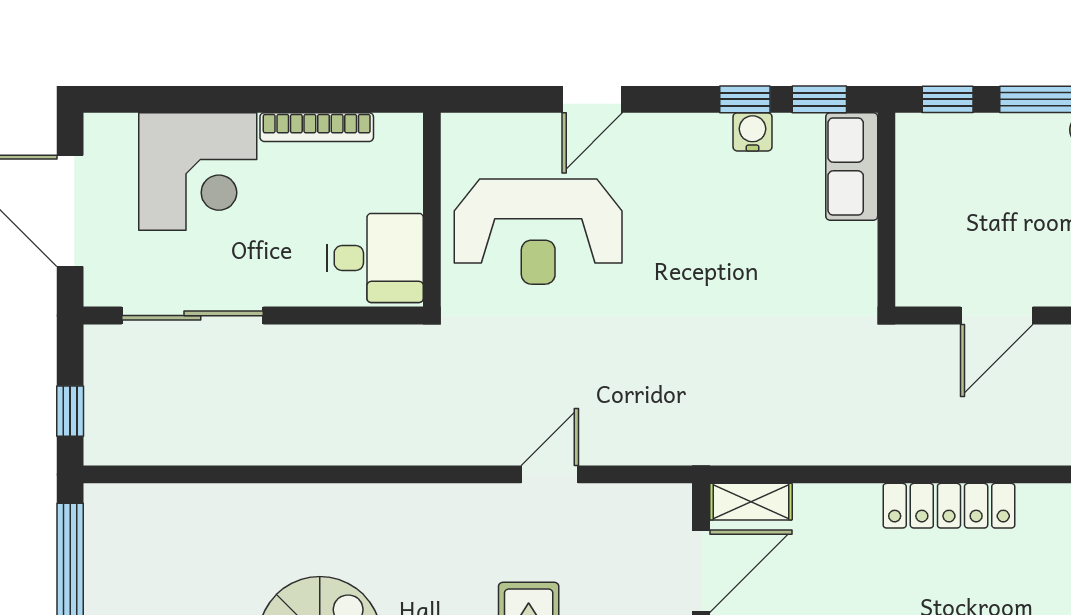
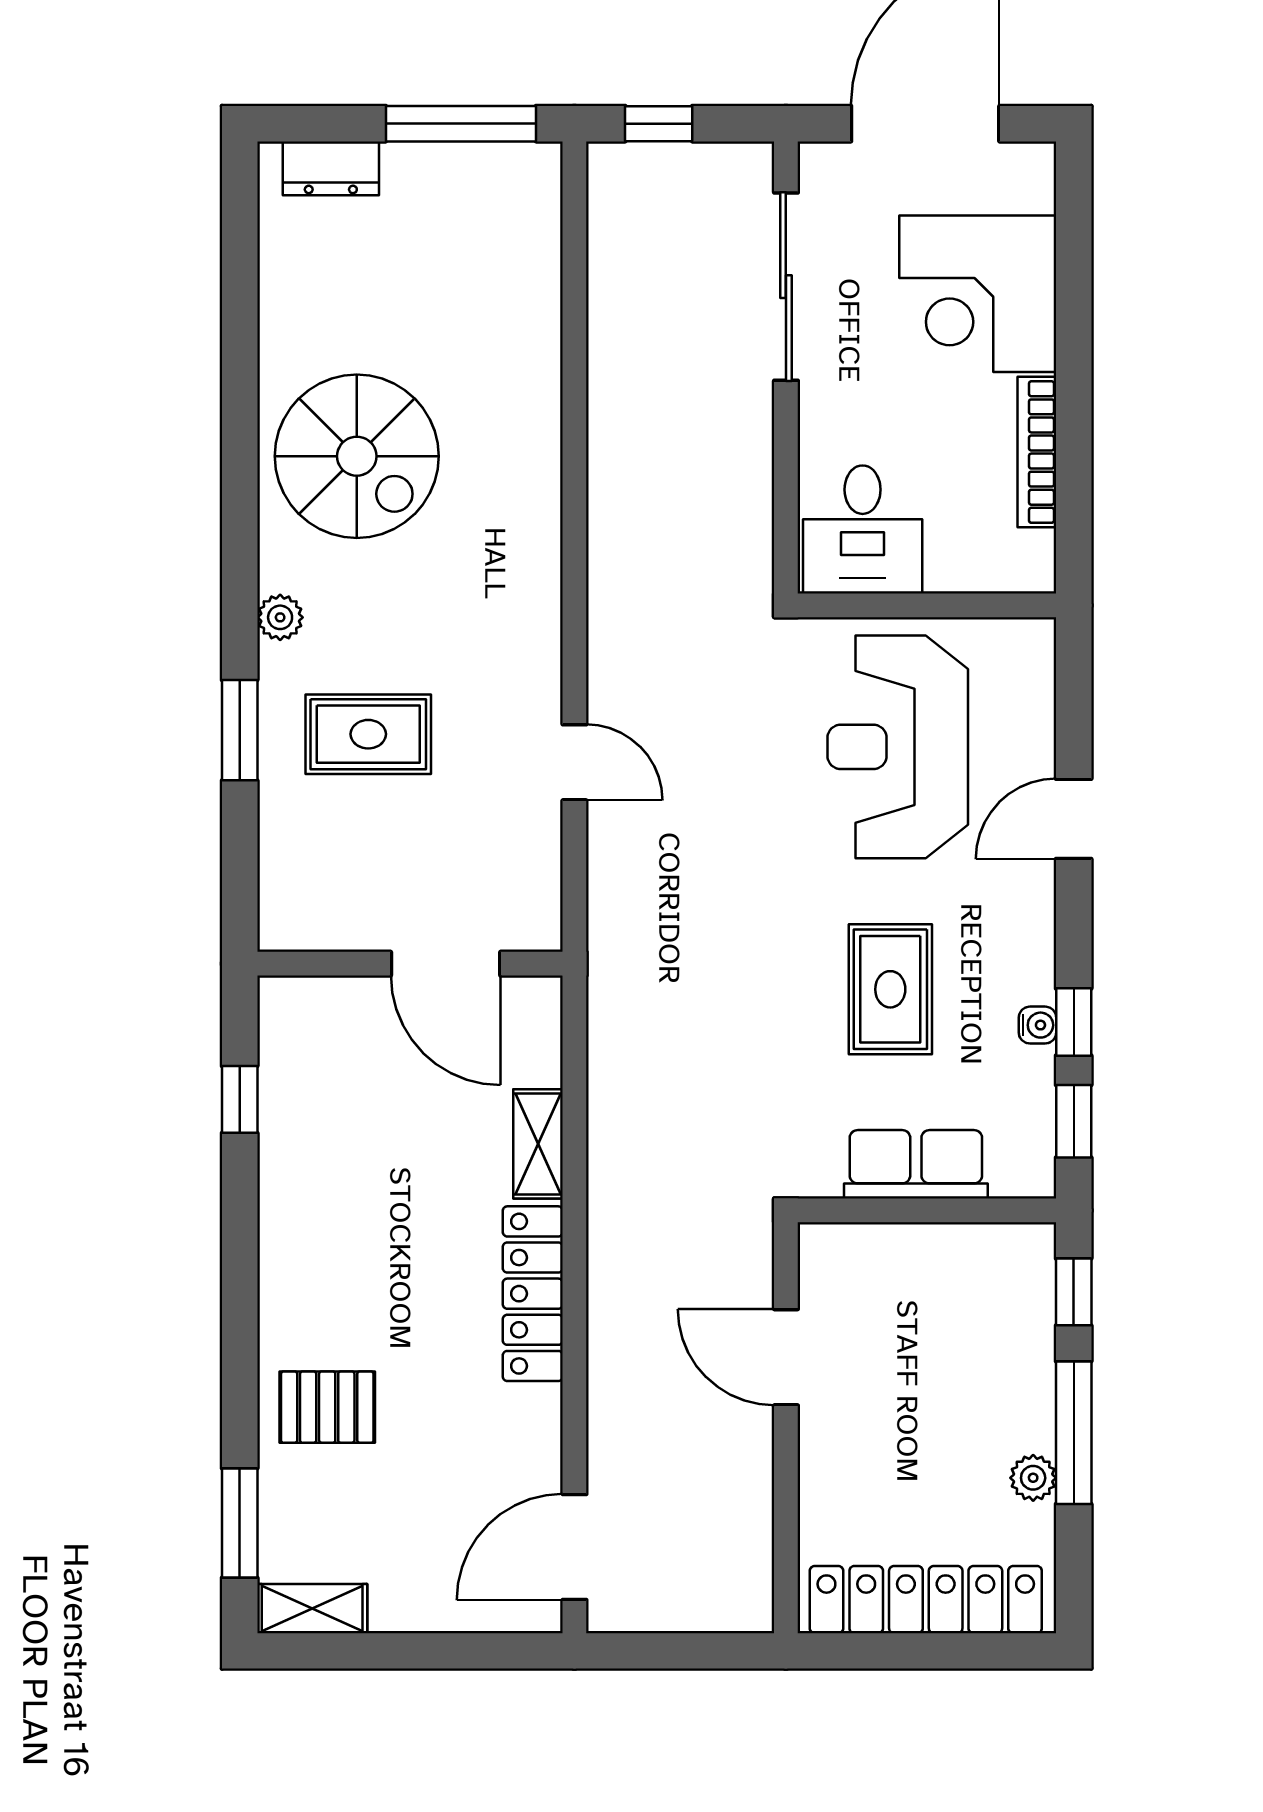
door: (592, 99) -> (1074, 819), hinge flipped
water cooler: (752, 132) -> (1038, 1025), width x0.72, depth x0.72
row of seats: (852, 167) -> (916, 1164), moved
rug: (720, 237) -> (890, 989), added
shelving: (751, 502) -> (538, 1144), moved

